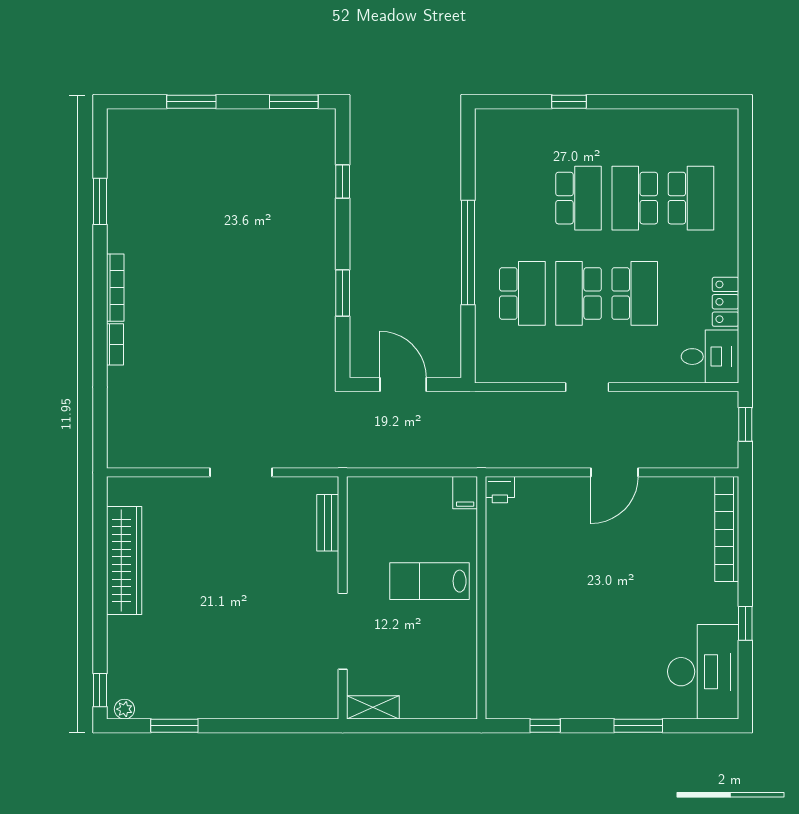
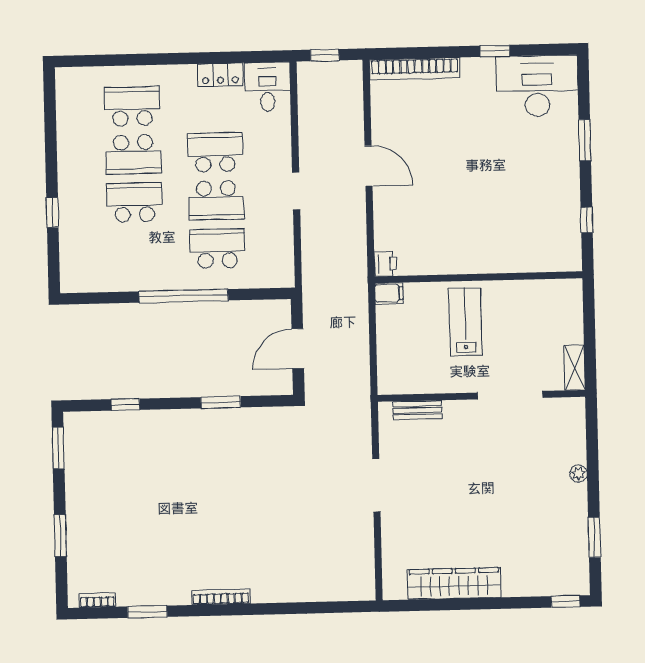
bookcase: (115, 344) -> (97, 600), moved
lab bench: (429, 581) -> (465, 322), turned 180
plant: (124, 709) -> (579, 473), moved

